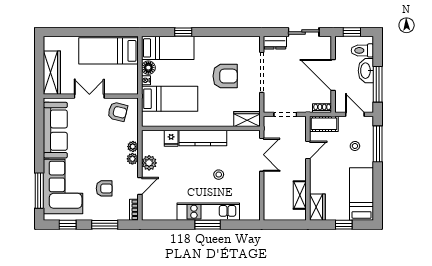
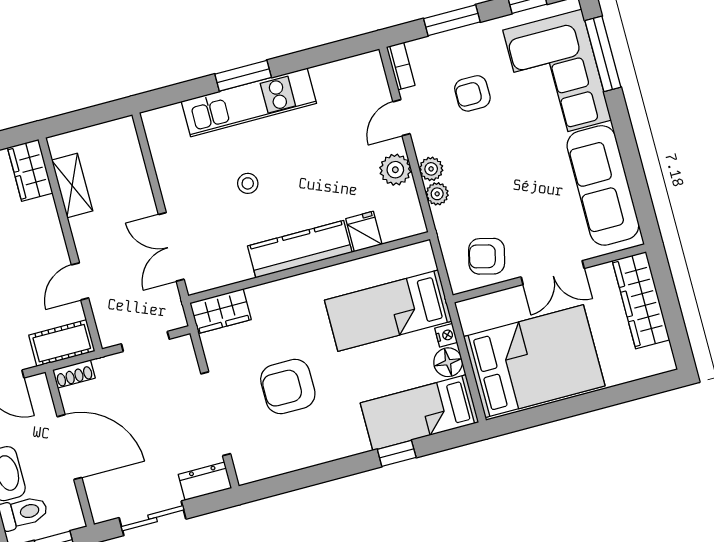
bed: (109, 51) -> (534, 361), width x1.50

